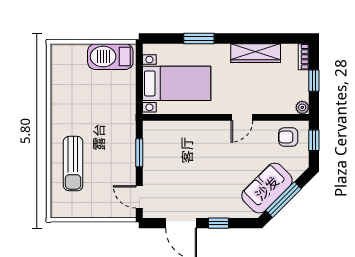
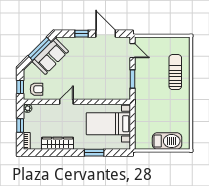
barbecue: (110, 57) -> (167, 141), moved

